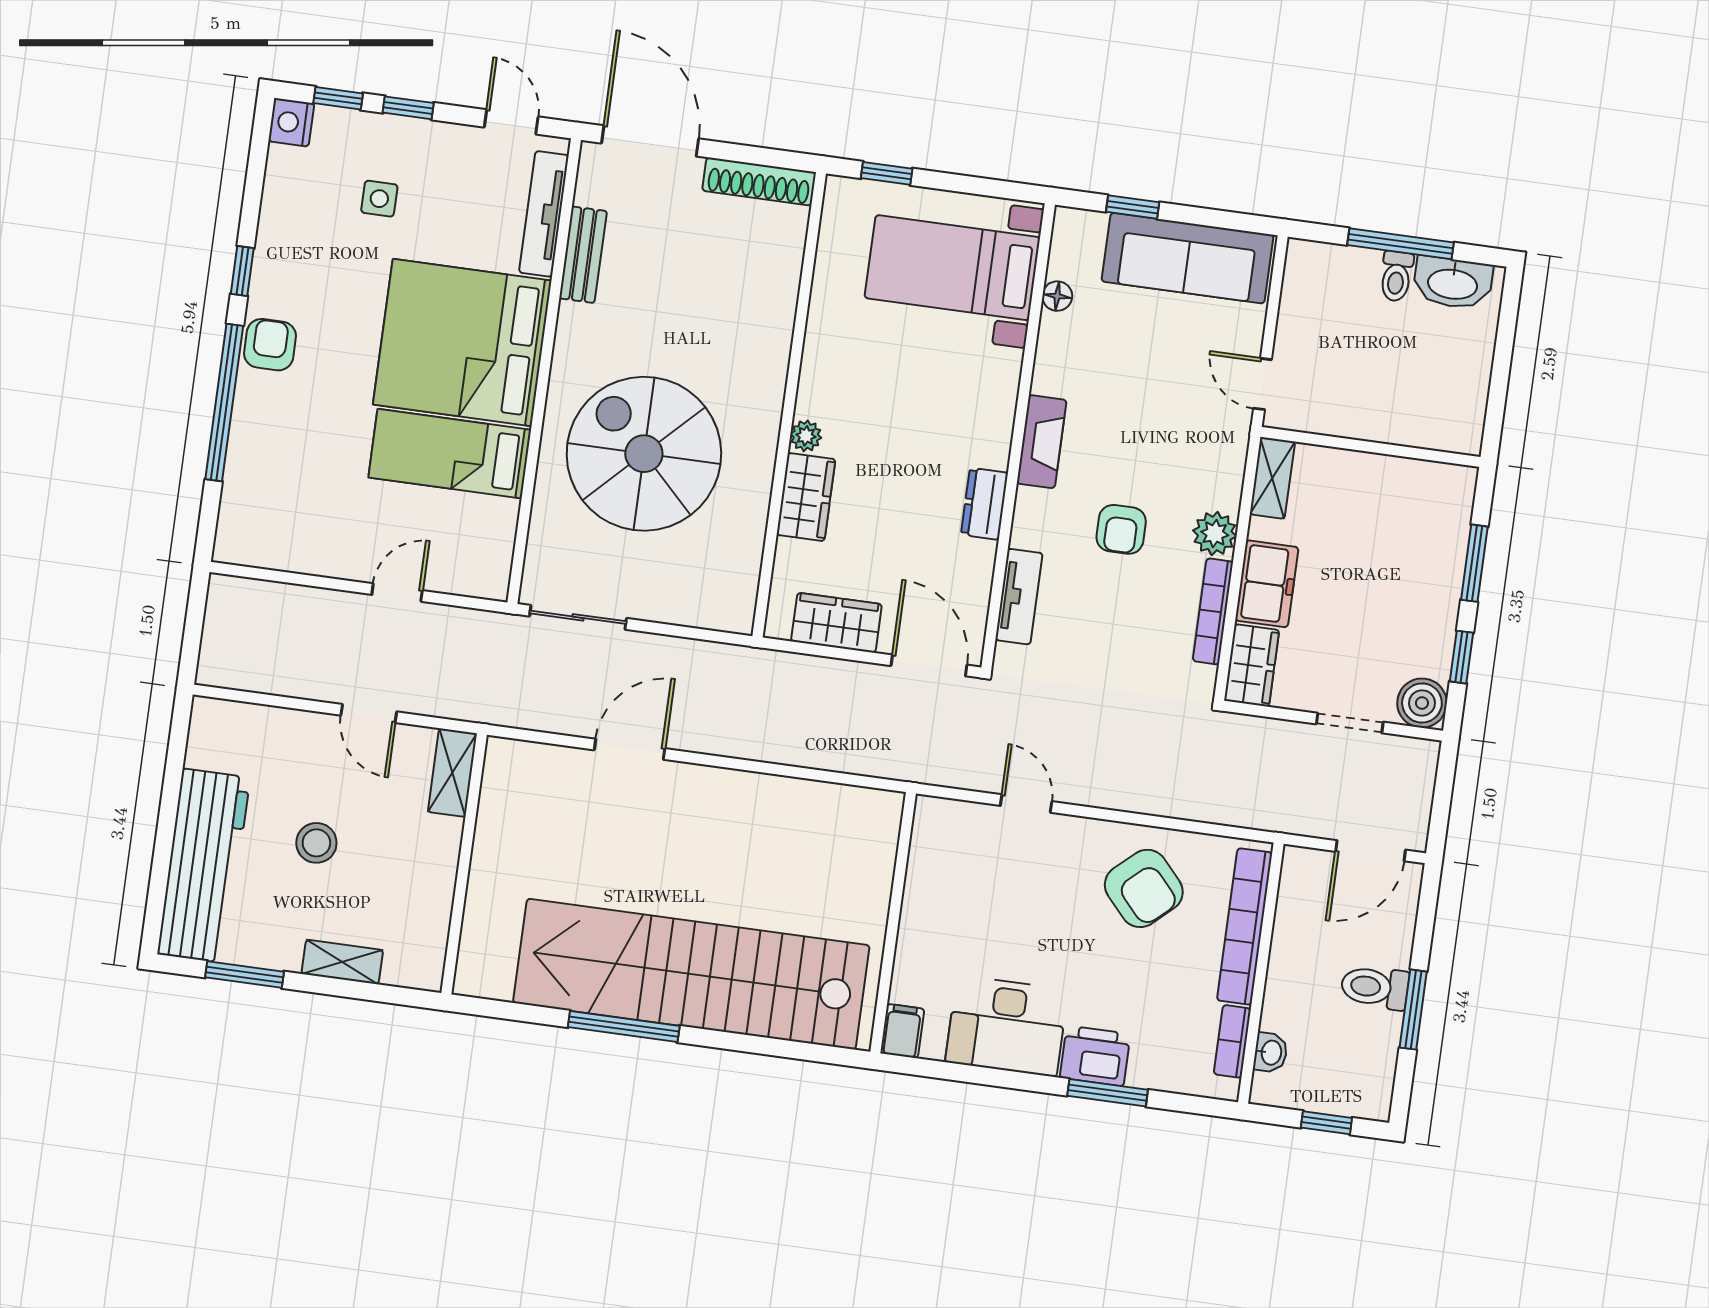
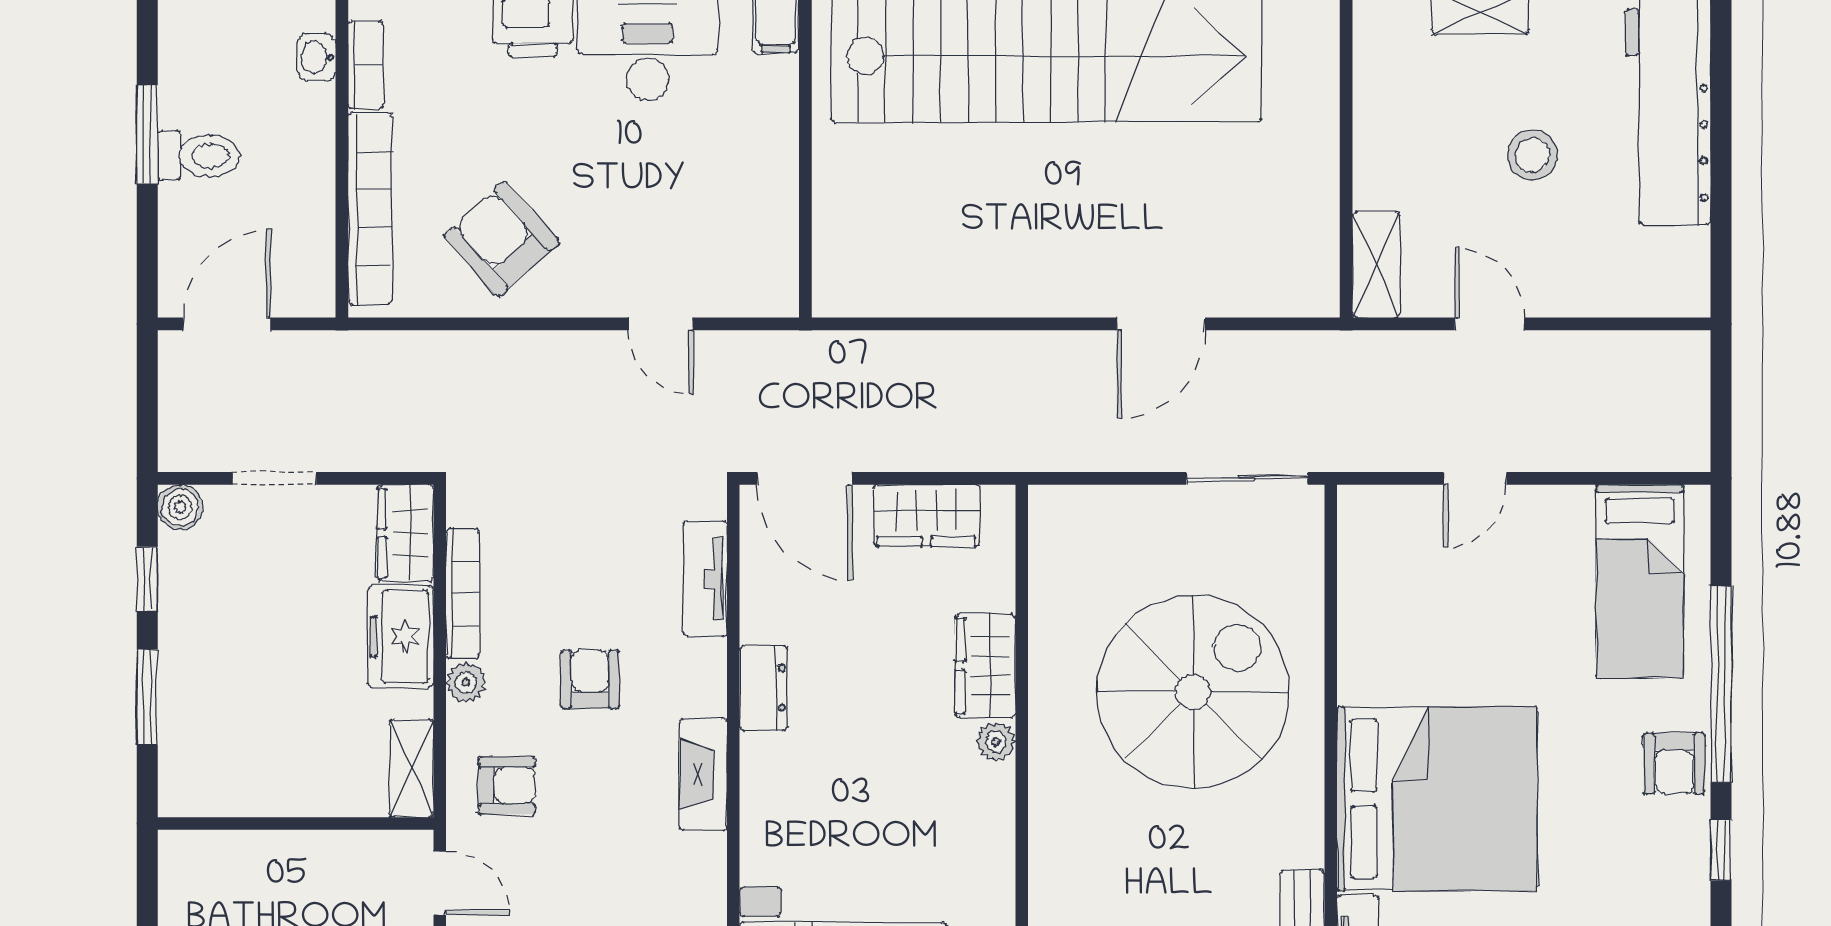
bed: (450, 454) -> (1640, 581), moved, turned 90
spiral stairs: (644, 454) -> (1193, 692), turned -90
armchair: (1199, 454) -> (507, 785), added
plant: (1215, 533) -> (466, 682), width x0.73, depth x0.73
boiler: (1422, 703) -> (180, 507), width x0.73, depth x0.73

